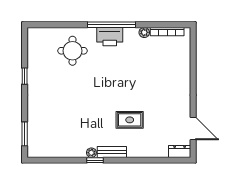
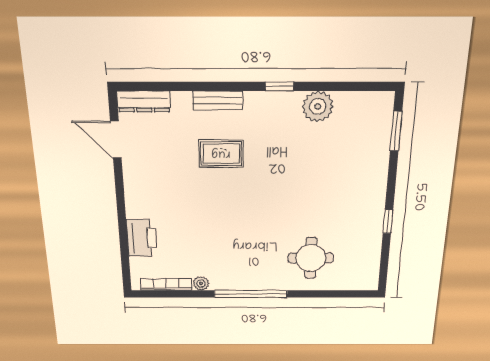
printer: (110, 37) -> (142, 238), moved, turned 90
dresser: (180, 151) -> (144, 101), width x1.44
bench: (112, 152) -> (218, 100), moved
plant: (91, 153) -> (318, 106), moved, width x1.87, depth x1.87

